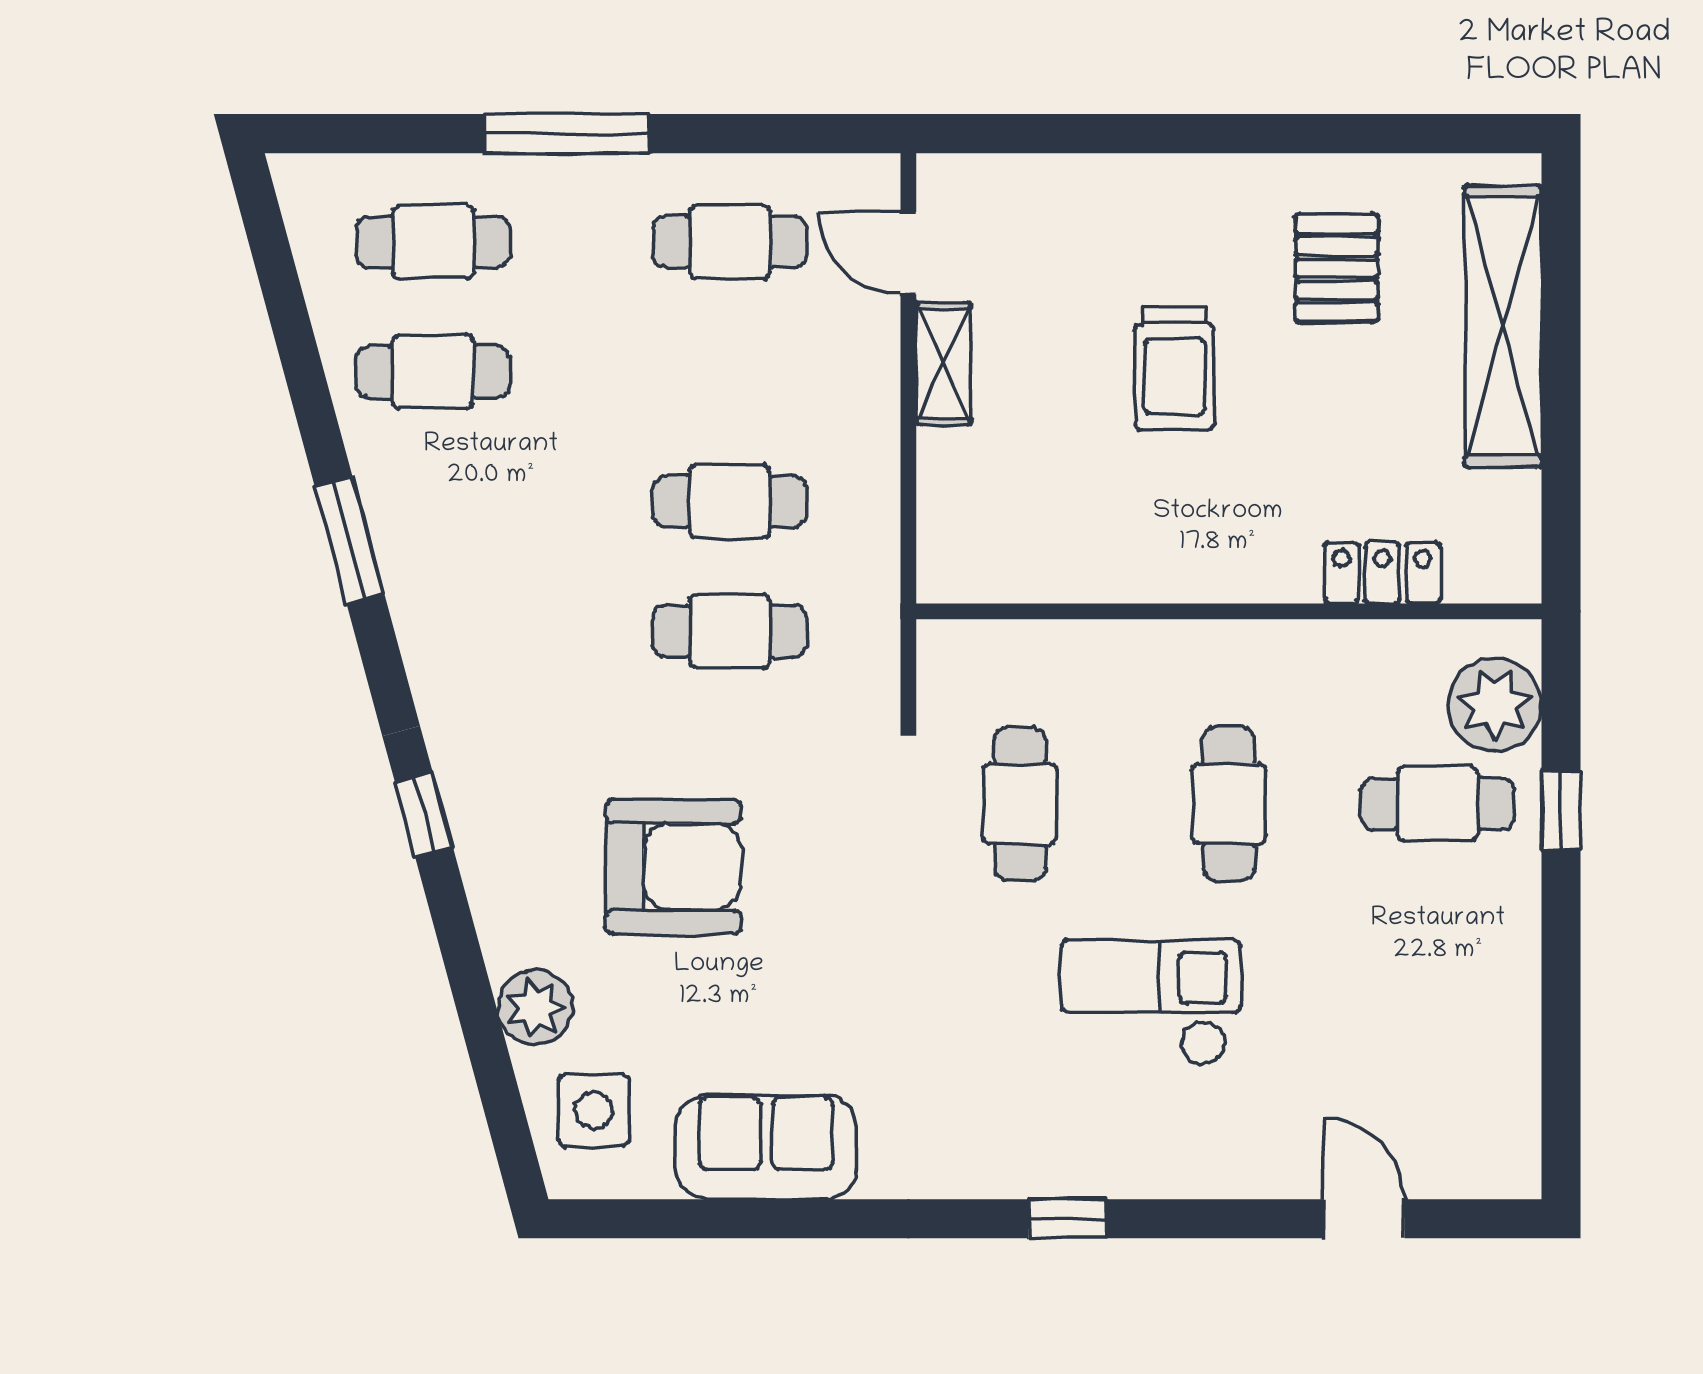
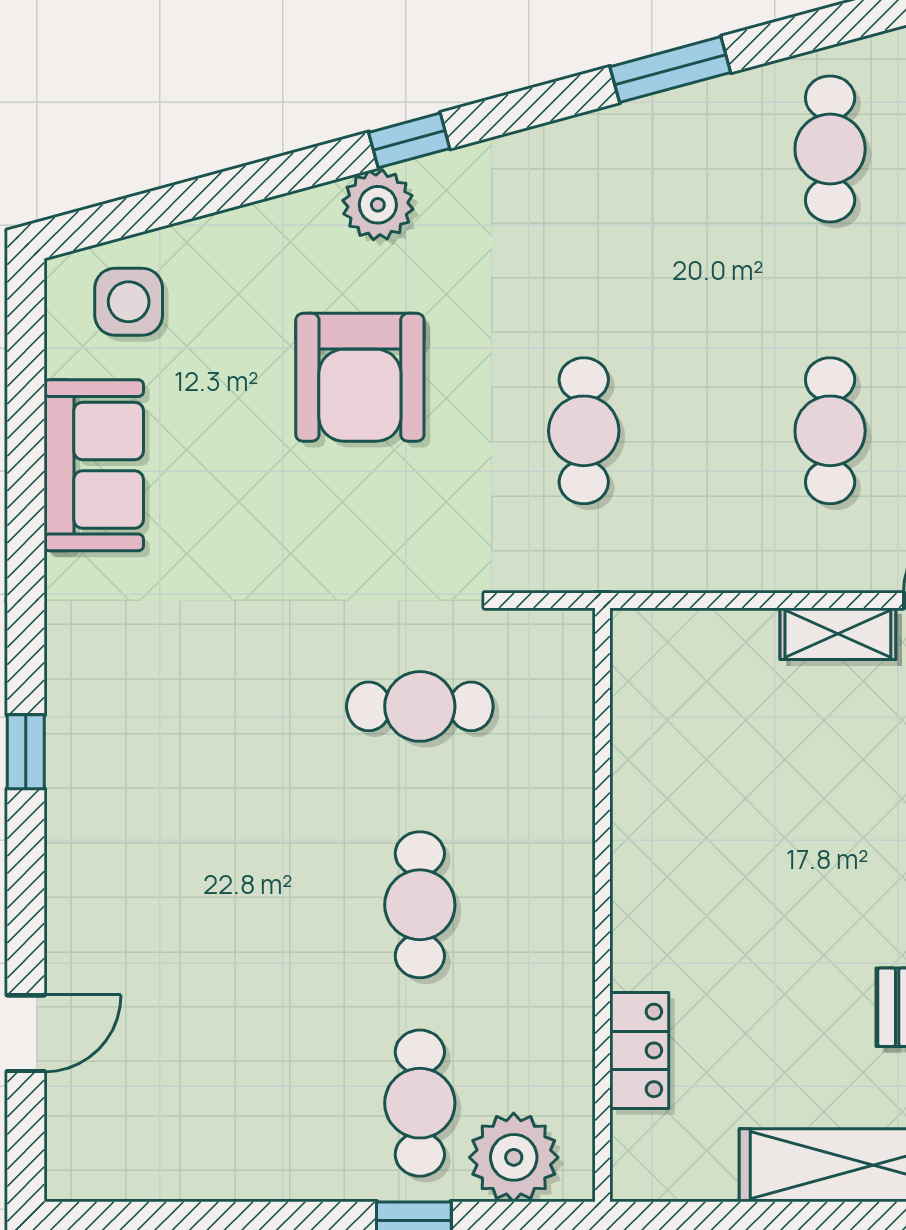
trolley: (1175, 368) -> (834, 853), removed
cafe table: (730, 501) -> (830, 431), moved
cafe table: (1229, 804) -> (420, 905), turned 90
checkout: (1151, 1003) -> (231, 831), removed
plant: (535, 1008) -> (378, 205), moved

